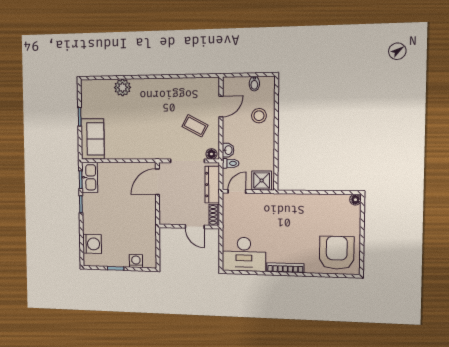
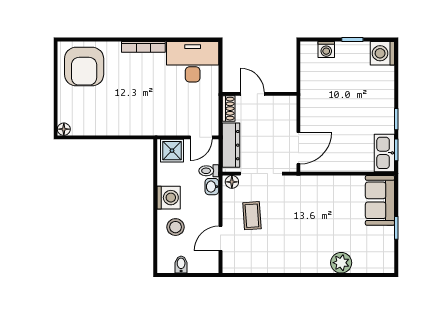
coffee table: (195, 126) -> (252, 216), turned 58
washing machine: (265, 141) -> (169, 198), added
washing machine: (92, 244) -> (382, 53), moved

